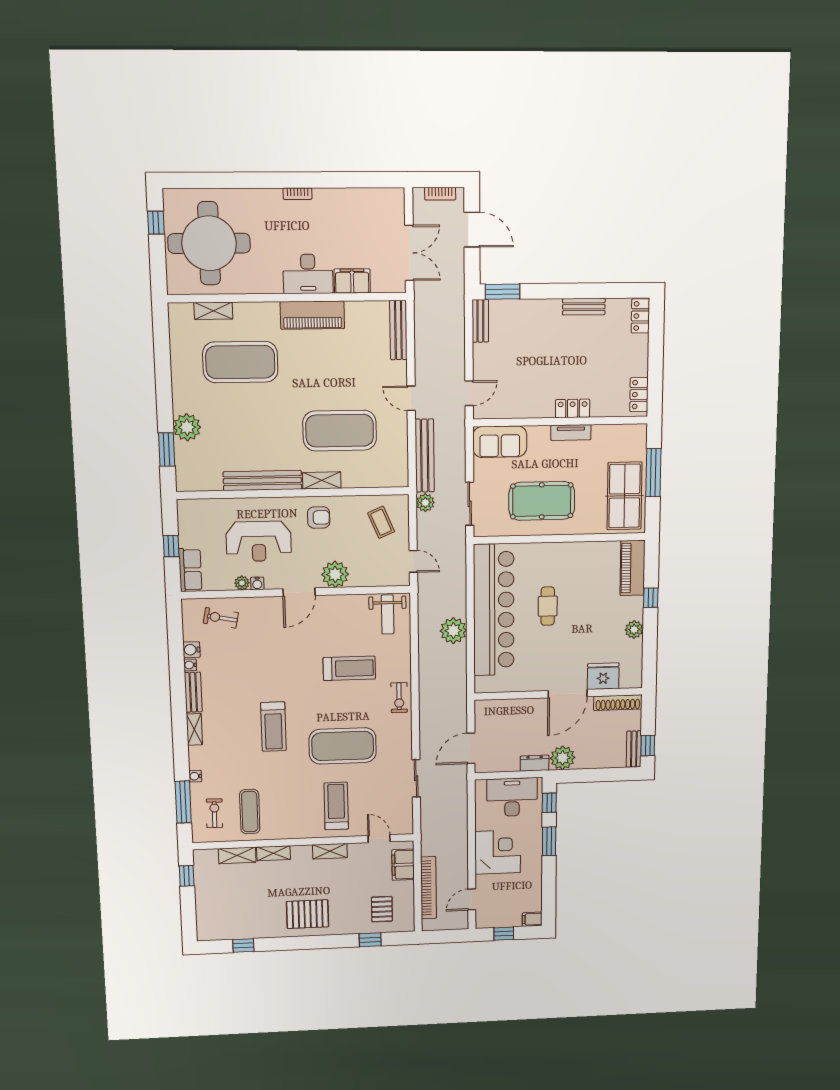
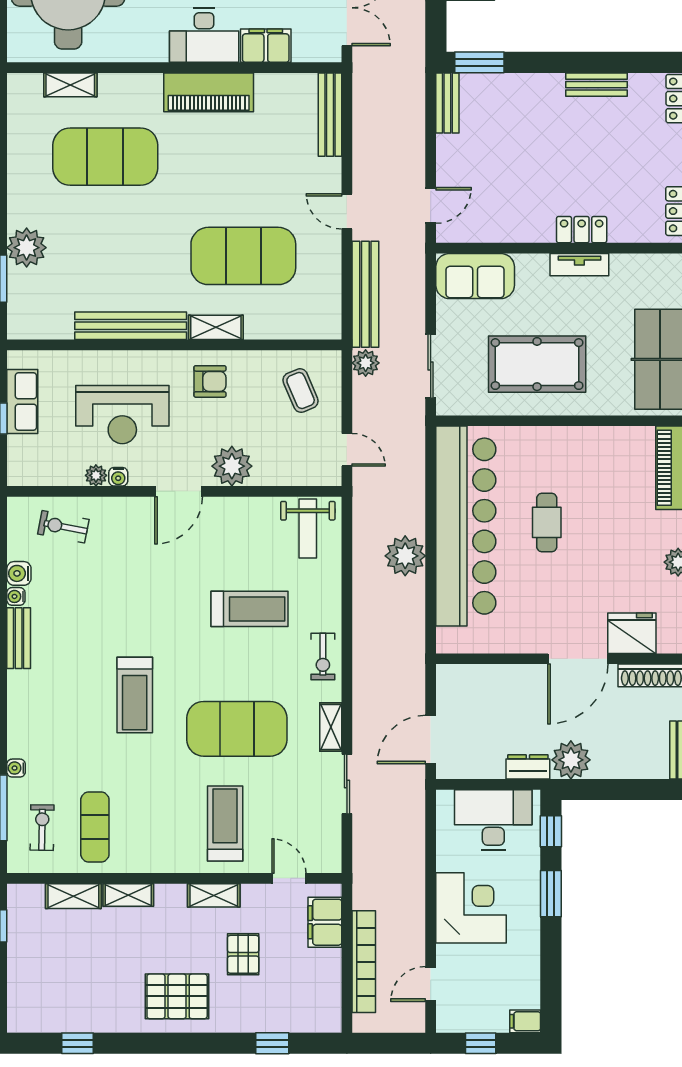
row of seats: (190, 570) -> (22, 401), moved
shelving: (194, 729) -> (331, 727), moved
pallet: (382, 909) -> (243, 954), moved

